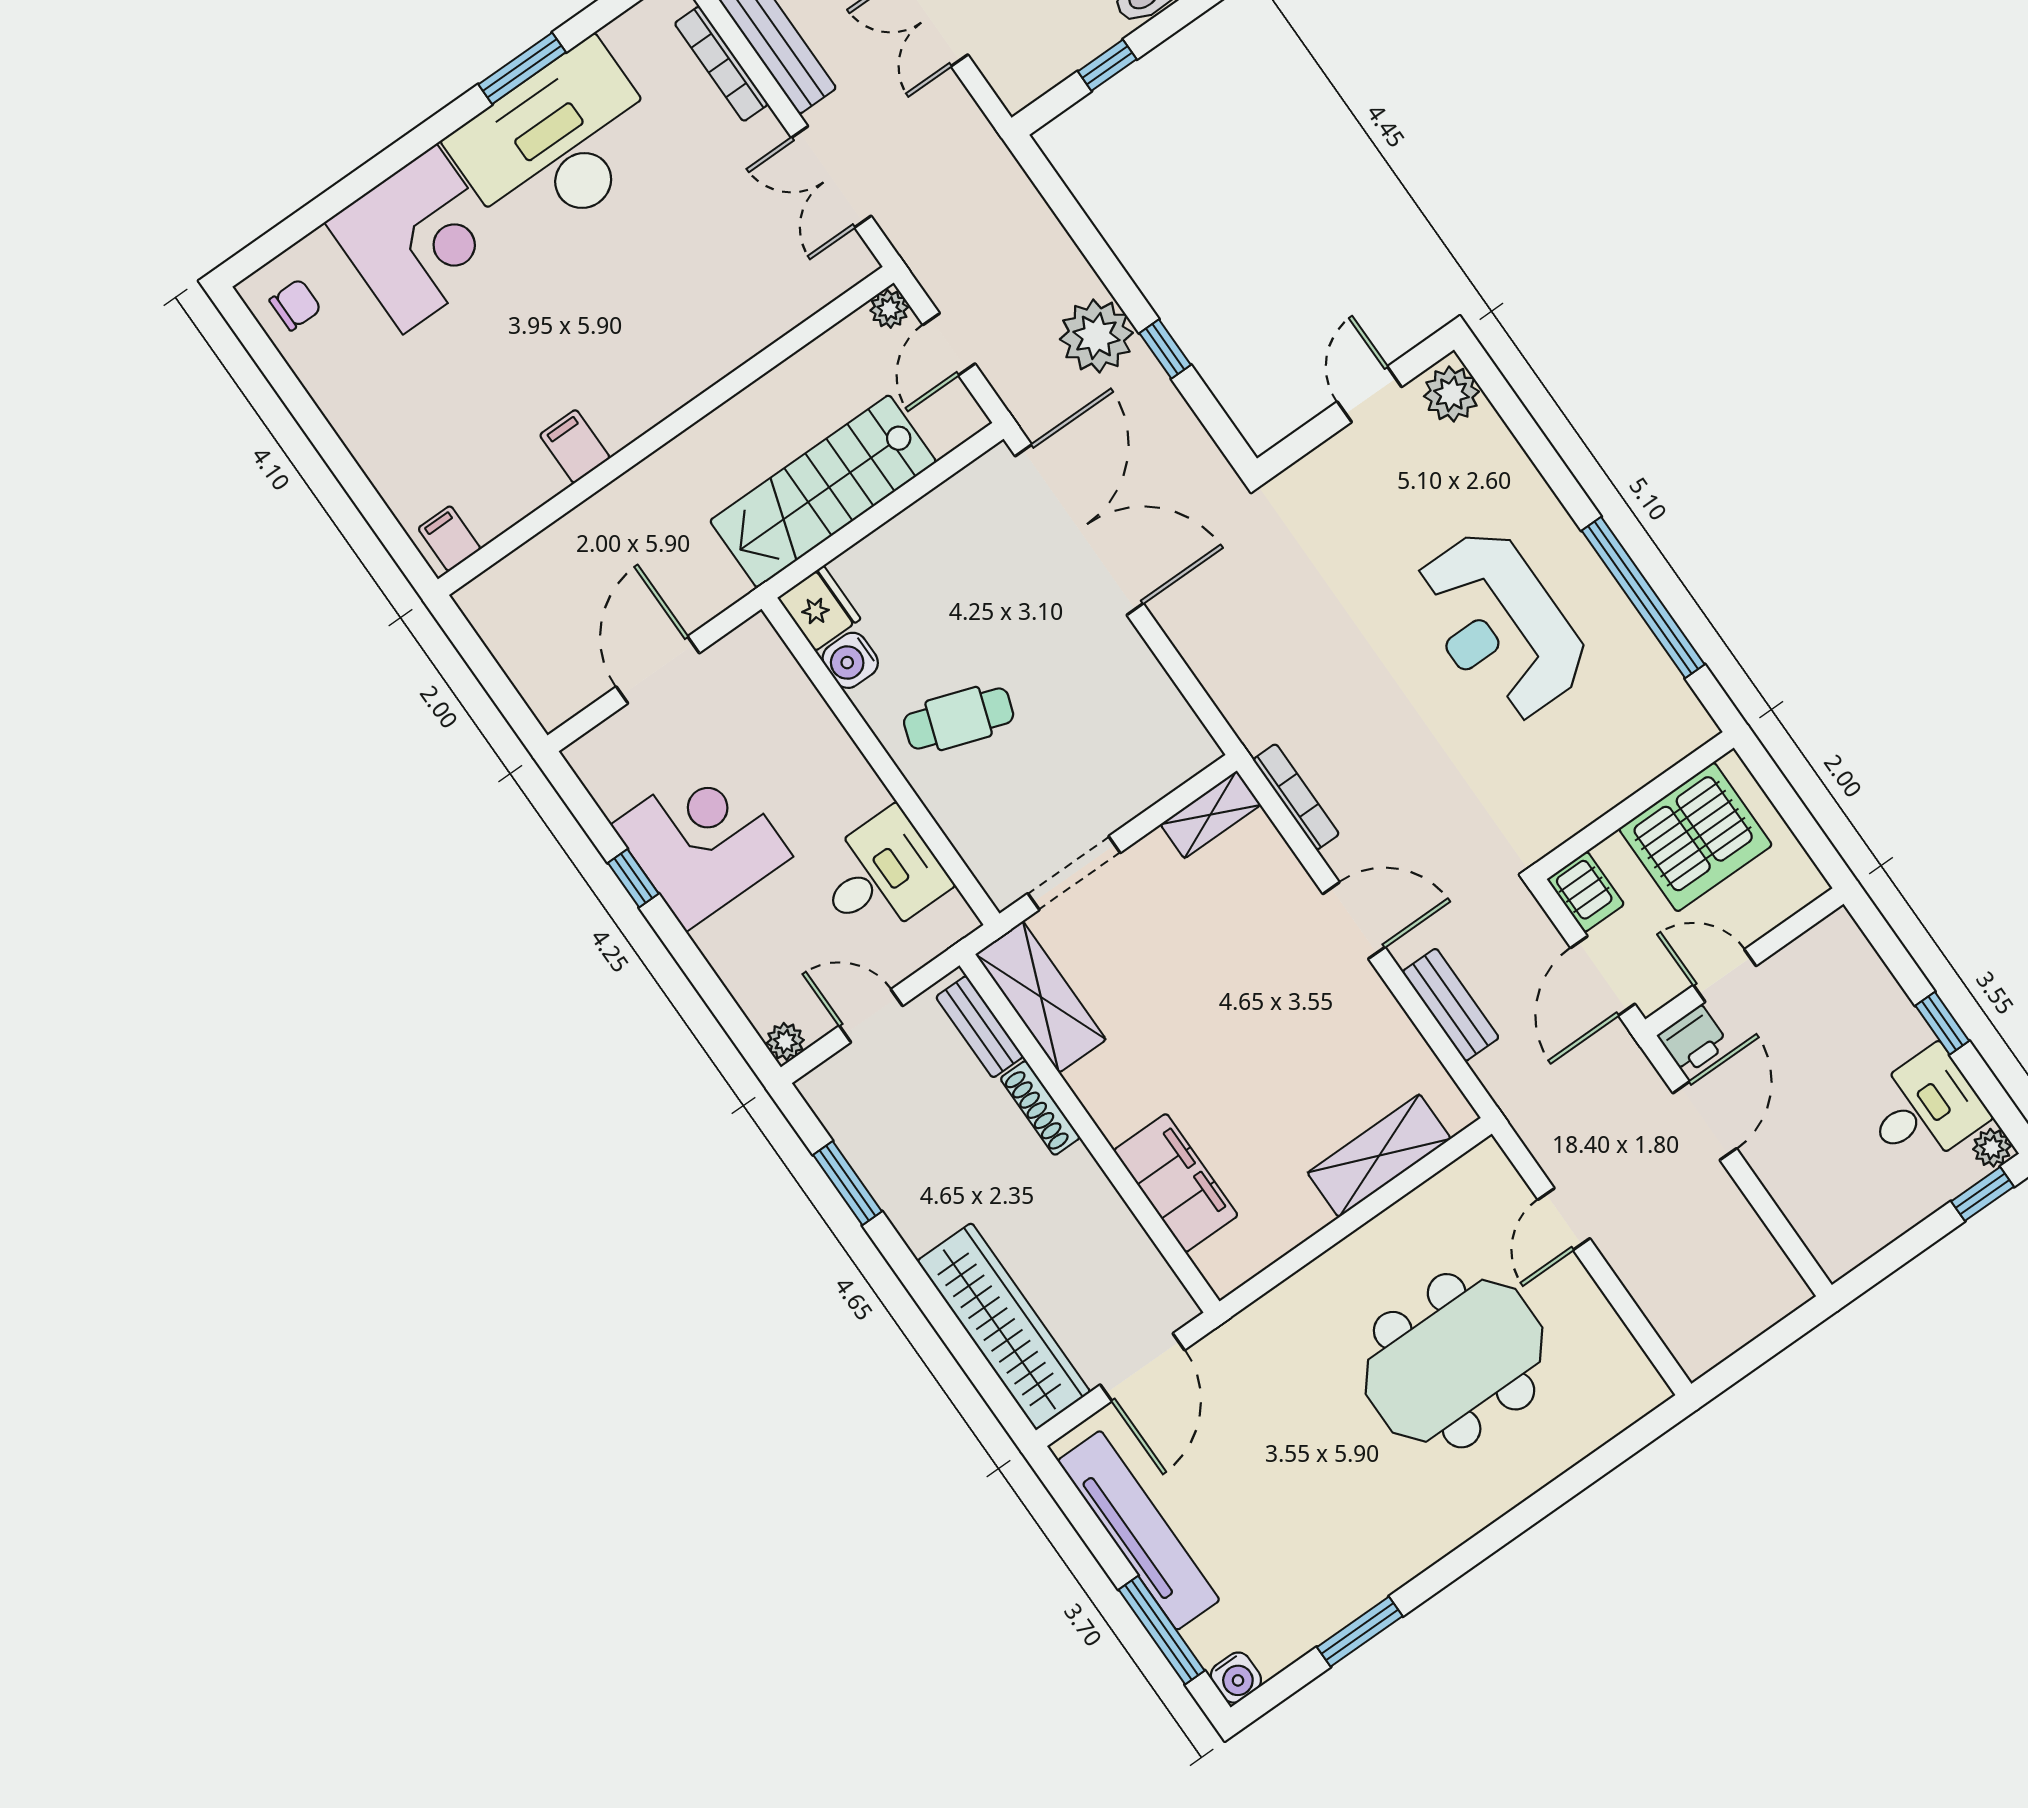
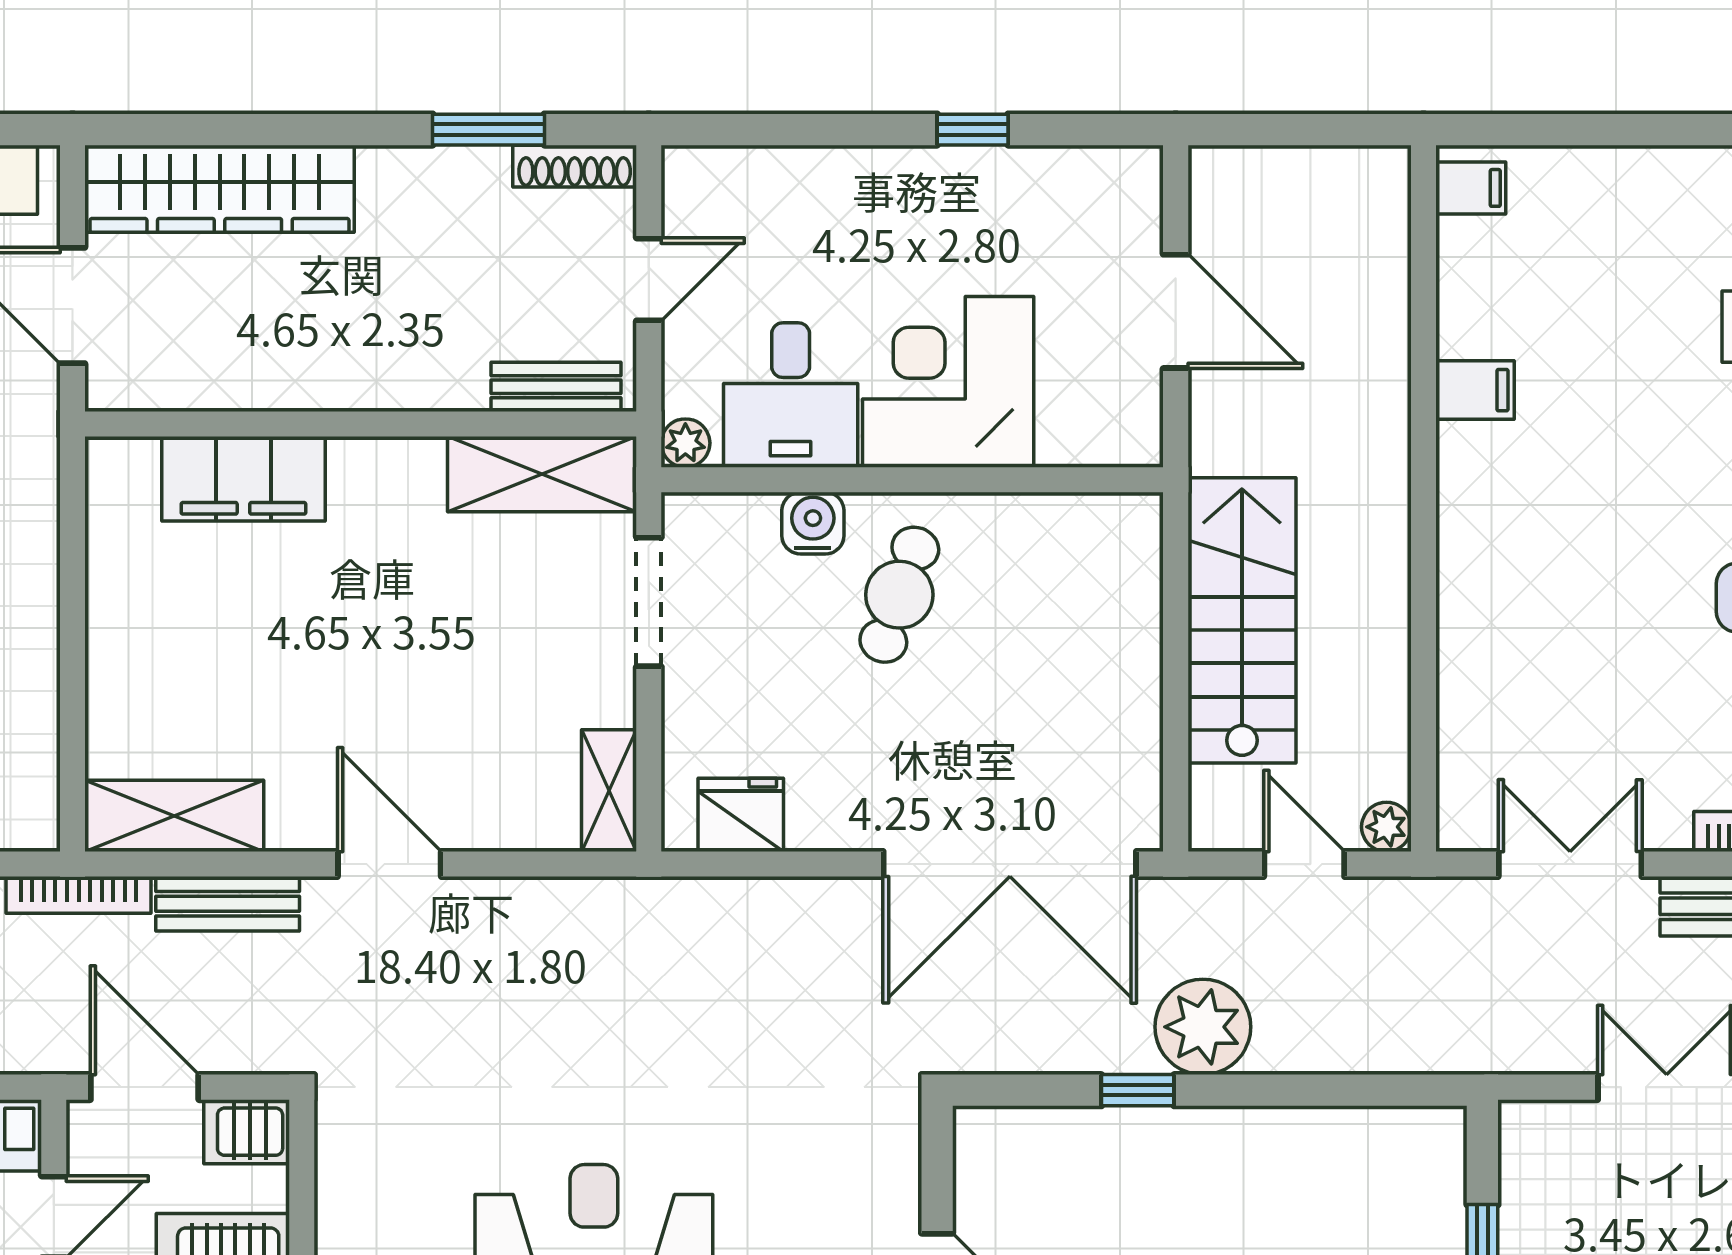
fridge: (819, 608) -> (741, 815), moved, turned 180
water cooler: (850, 660) -> (813, 523), moved
bookcase: (1296, 797) -> (79, 895), moved
corner desk: (702, 841) -> (948, 382), moved, turned 180
door: (1354, 920) -> (389, 864), swing flipped
plant: (785, 1041) -> (685, 443), moved
shoe rack: (1040, 1108) -> (575, 166), moved, turned 180
shelving: (1379, 1156) -> (174, 816), moved, turned 90

